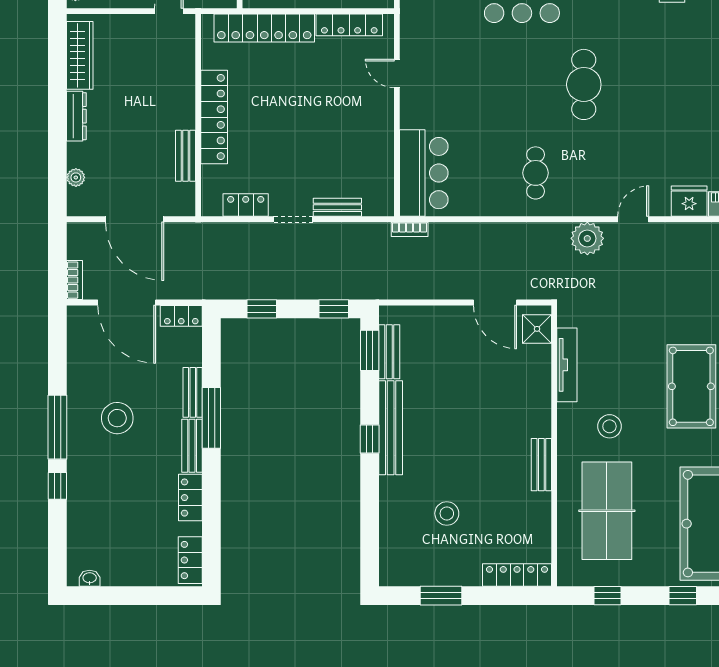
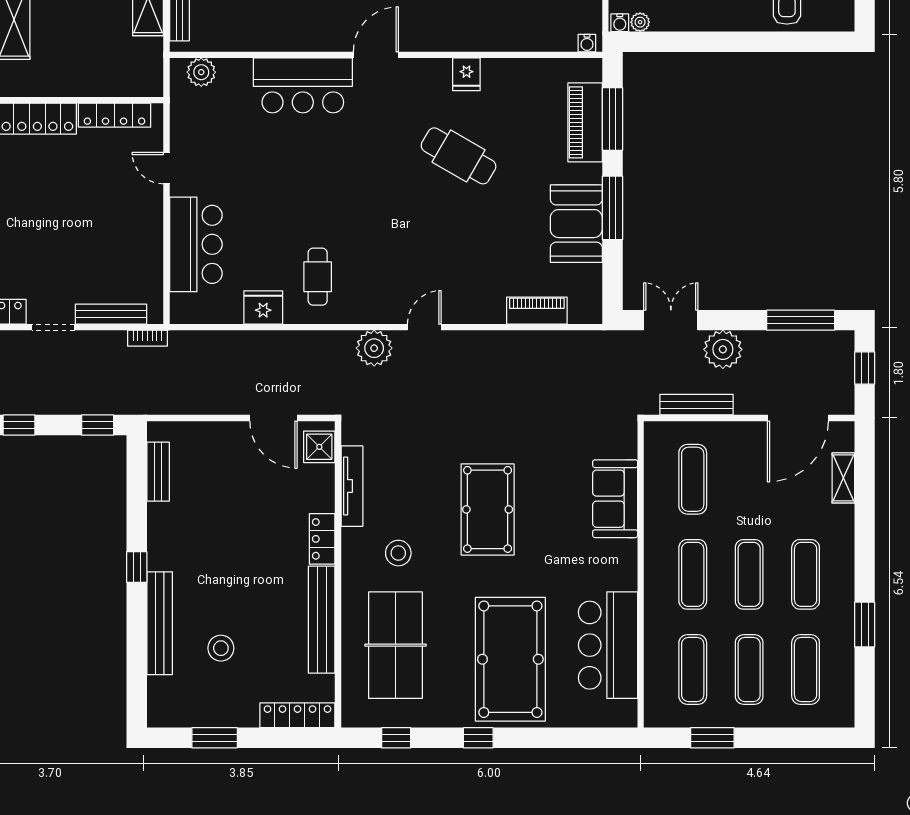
cafe table: (584, 84) -> (459, 156), moved, turned -60
bar counter: (424, 173) -> (196, 244), moved
fridge: (689, 201) -> (263, 307), moved
bench: (337, 207) -> (111, 314), width x1.36
bookcase: (410, 229) -> (147, 338), moved
window: (370, 350) -> (137, 470), removed
locker: (540, 413) -> (322, 539), added
bench: (391, 428) -> (160, 623), moved
bench: (541, 465) -> (322, 620), width x1.86, depth x1.21

